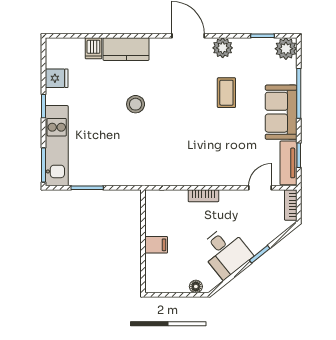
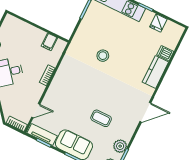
plant: (223, 48) -> (120, 146), moved
stool: (136, 104) -> (103, 56), moved
door: (260, 188) -> (36, 111), hinge flipped
filing cabinet: (156, 245) -> (49, 42), moved

